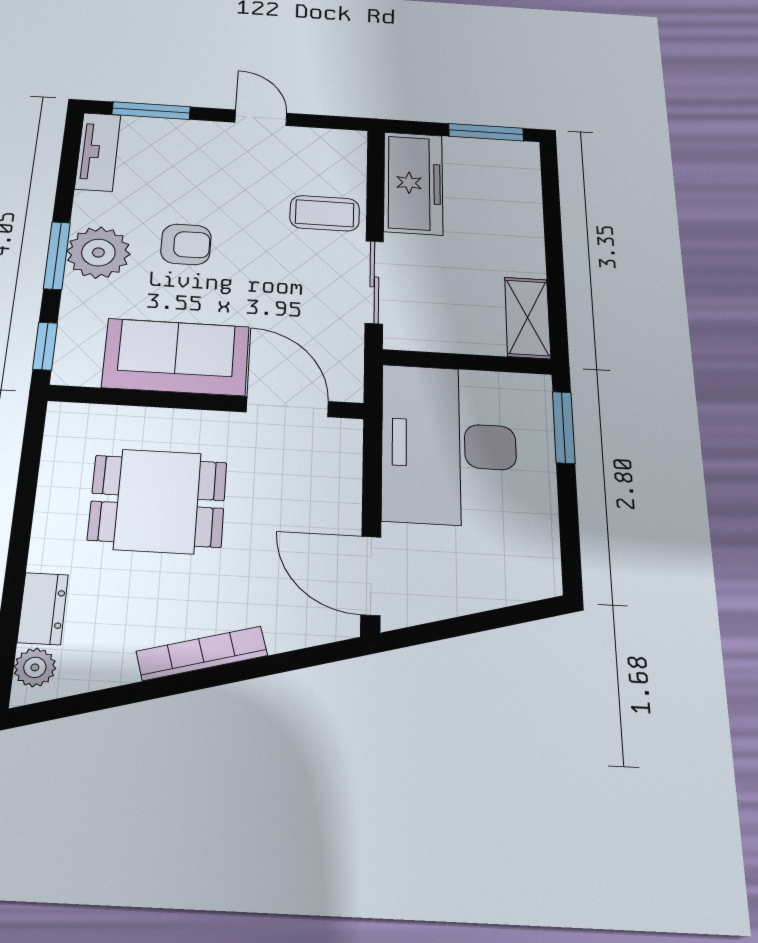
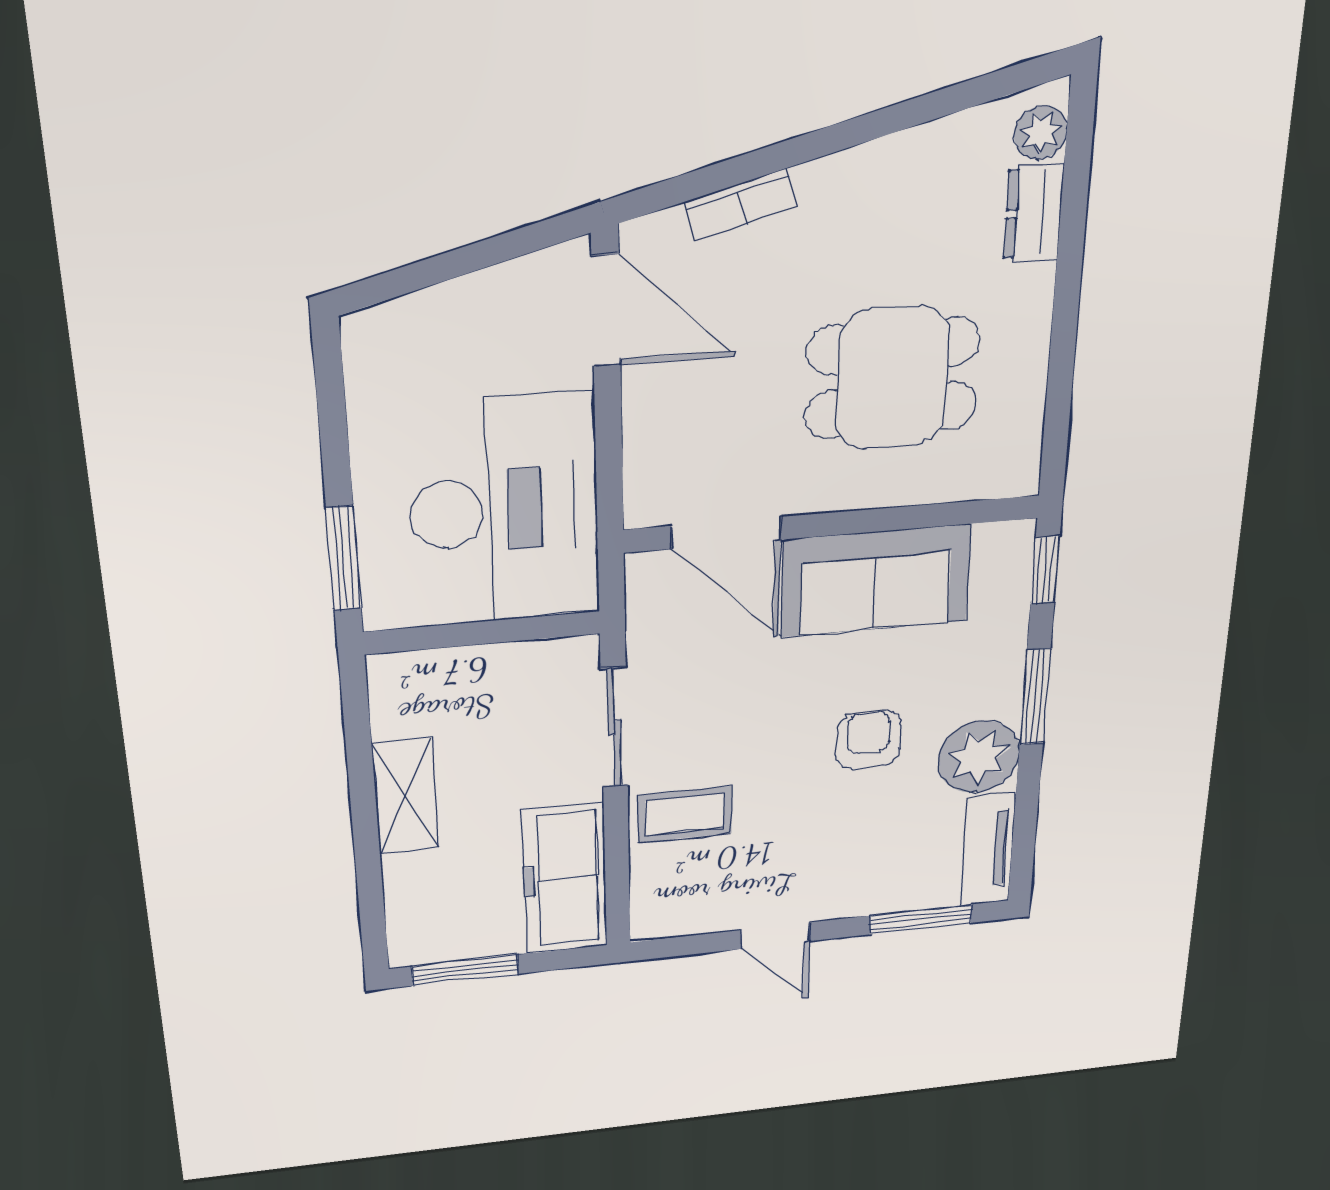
armchair: (186, 244) -> (869, 740), turned 90
plant: (98, 253) -> (979, 757), moved
shelving: (527, 318) -> (405, 796), moved
bookcase: (202, 653) -> (740, 205), moved, width x0.64

